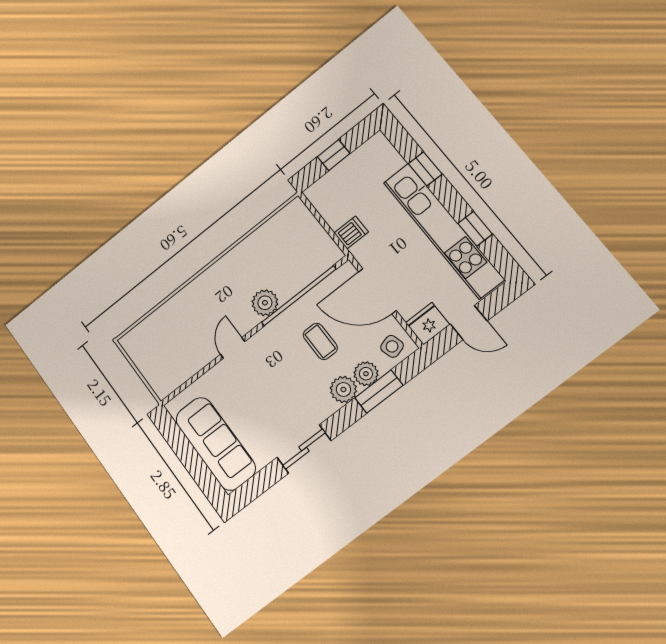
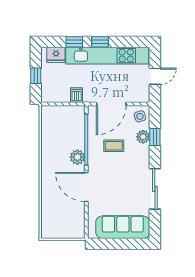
window: (475, 229) -> (100, 42), moved
fridge: (428, 324) -> (56, 55), moved, turned -90
door: (233, 348) -> (86, 187), width x1.88
plant: (343, 390) -> (142, 152), removed
window: (379, 391) -> (155, 137), width x0.67
sliding door: (304, 449) -> (155, 189), width x1.37

